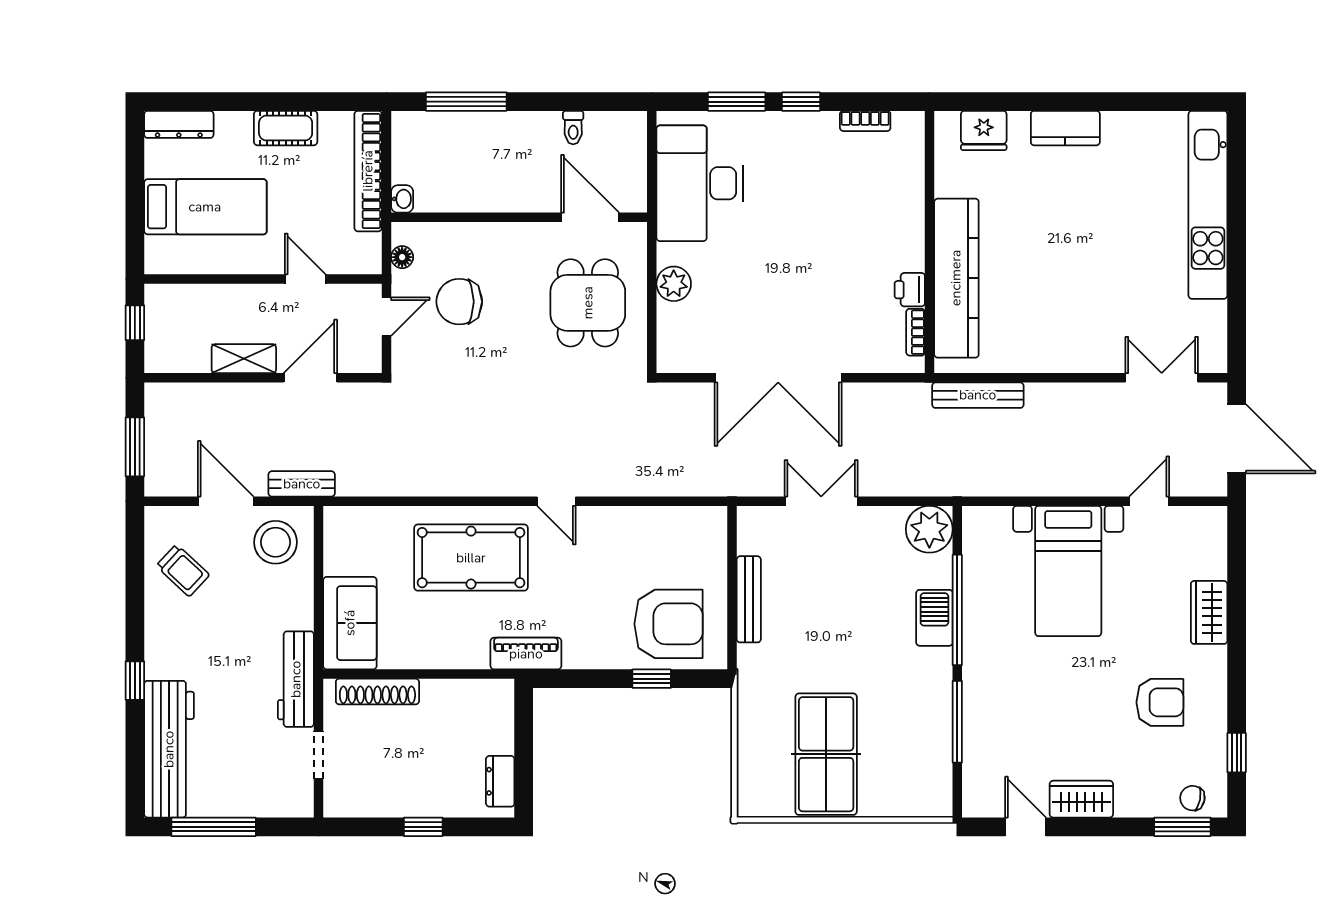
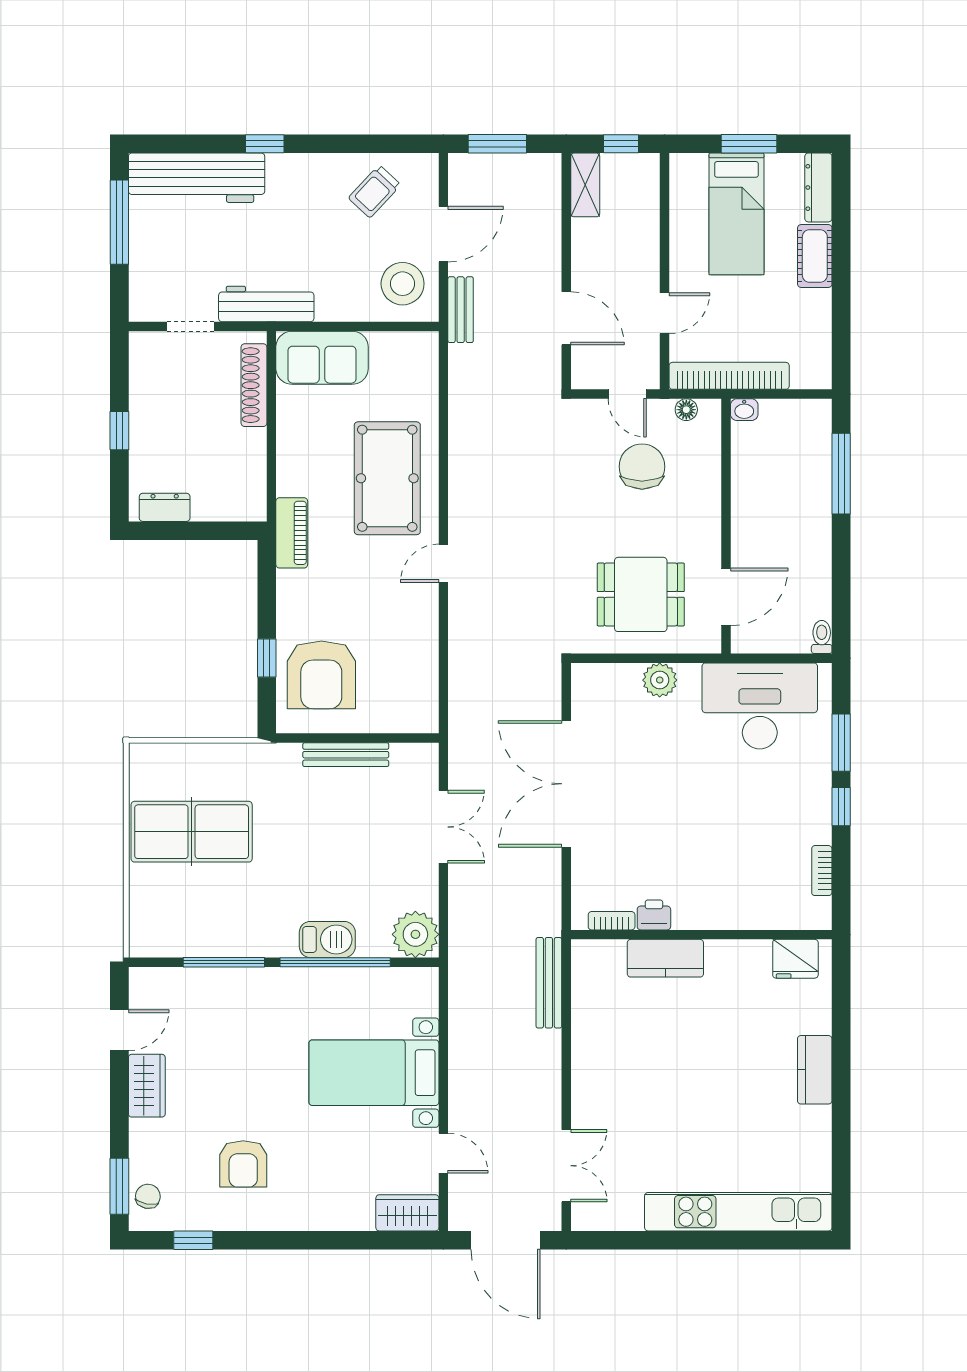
cot: (286, 128) -> (815, 256), moved
toilet: (573, 128) -> (822, 637), moved, turned 90
fridge: (984, 130) -> (795, 959), moved, turned -90
bookcase: (368, 171) -> (729, 376), moved
window: (135, 194) -> (749, 144), added
kitchen counter: (956, 278) -> (665, 958), width x0.48, depth x0.86
shelving: (244, 359) -> (585, 185), moved
door: (1237, 439) -> (506, 1240), hinge flipped
wardrobe: (1209, 612) -> (407, 1213), moved

